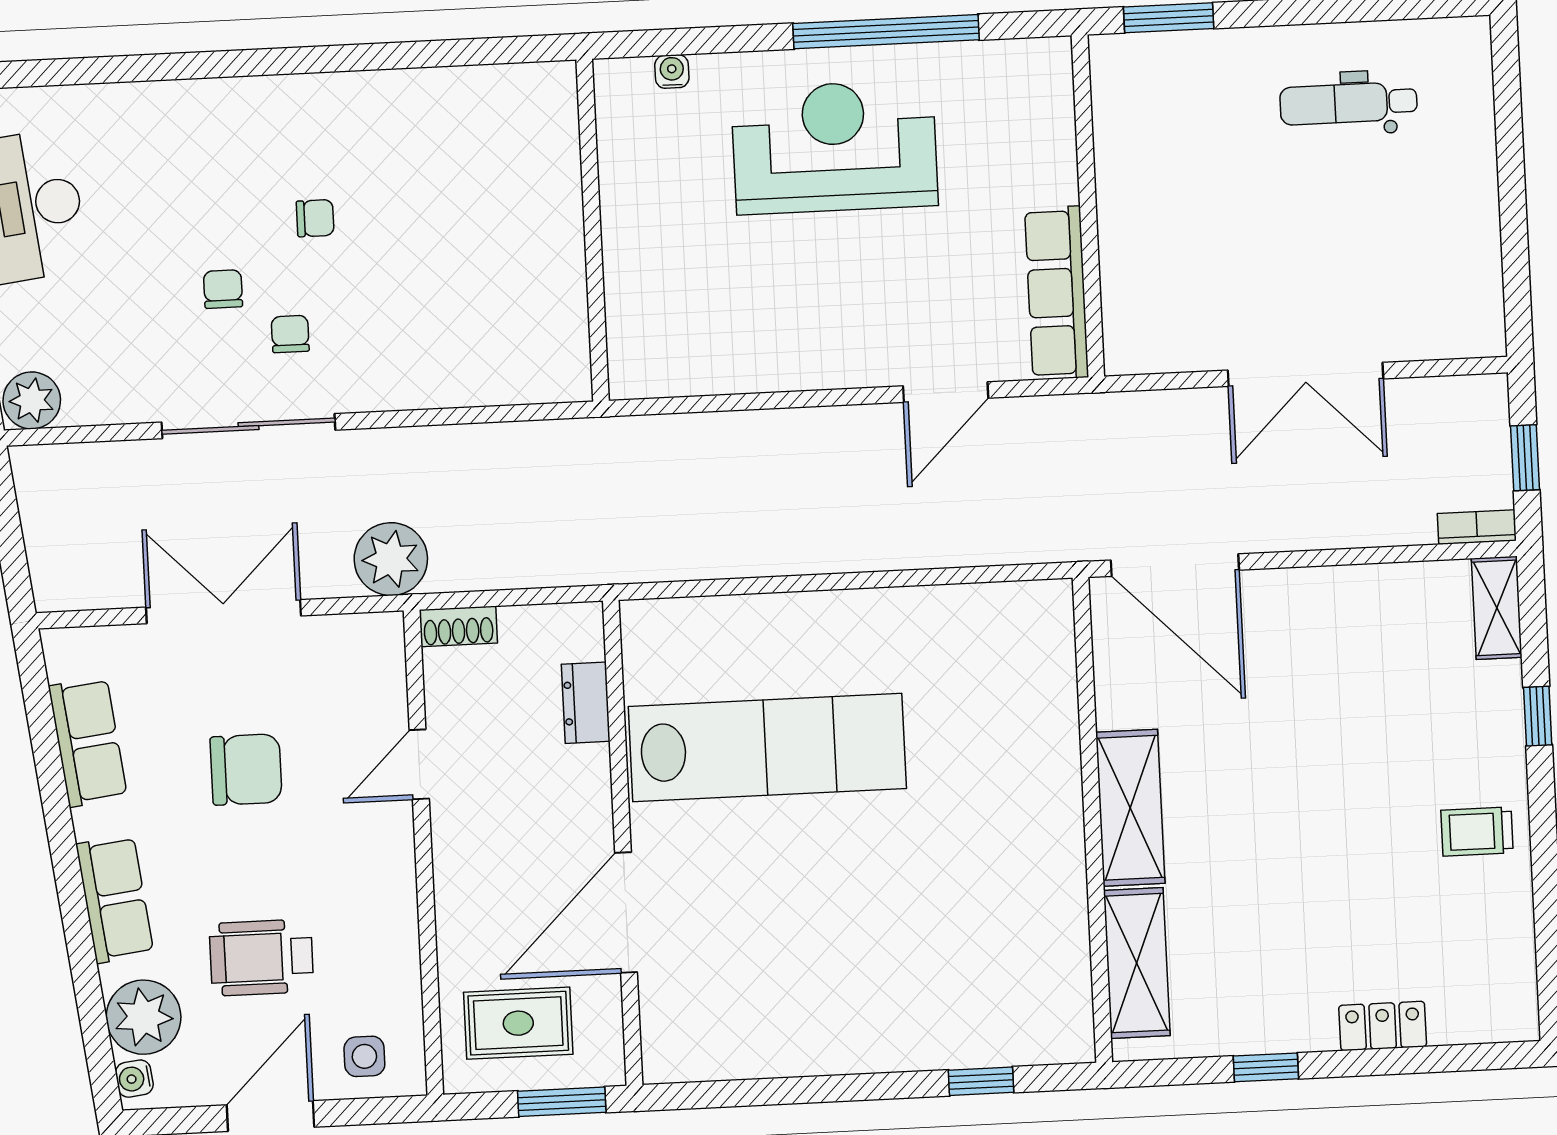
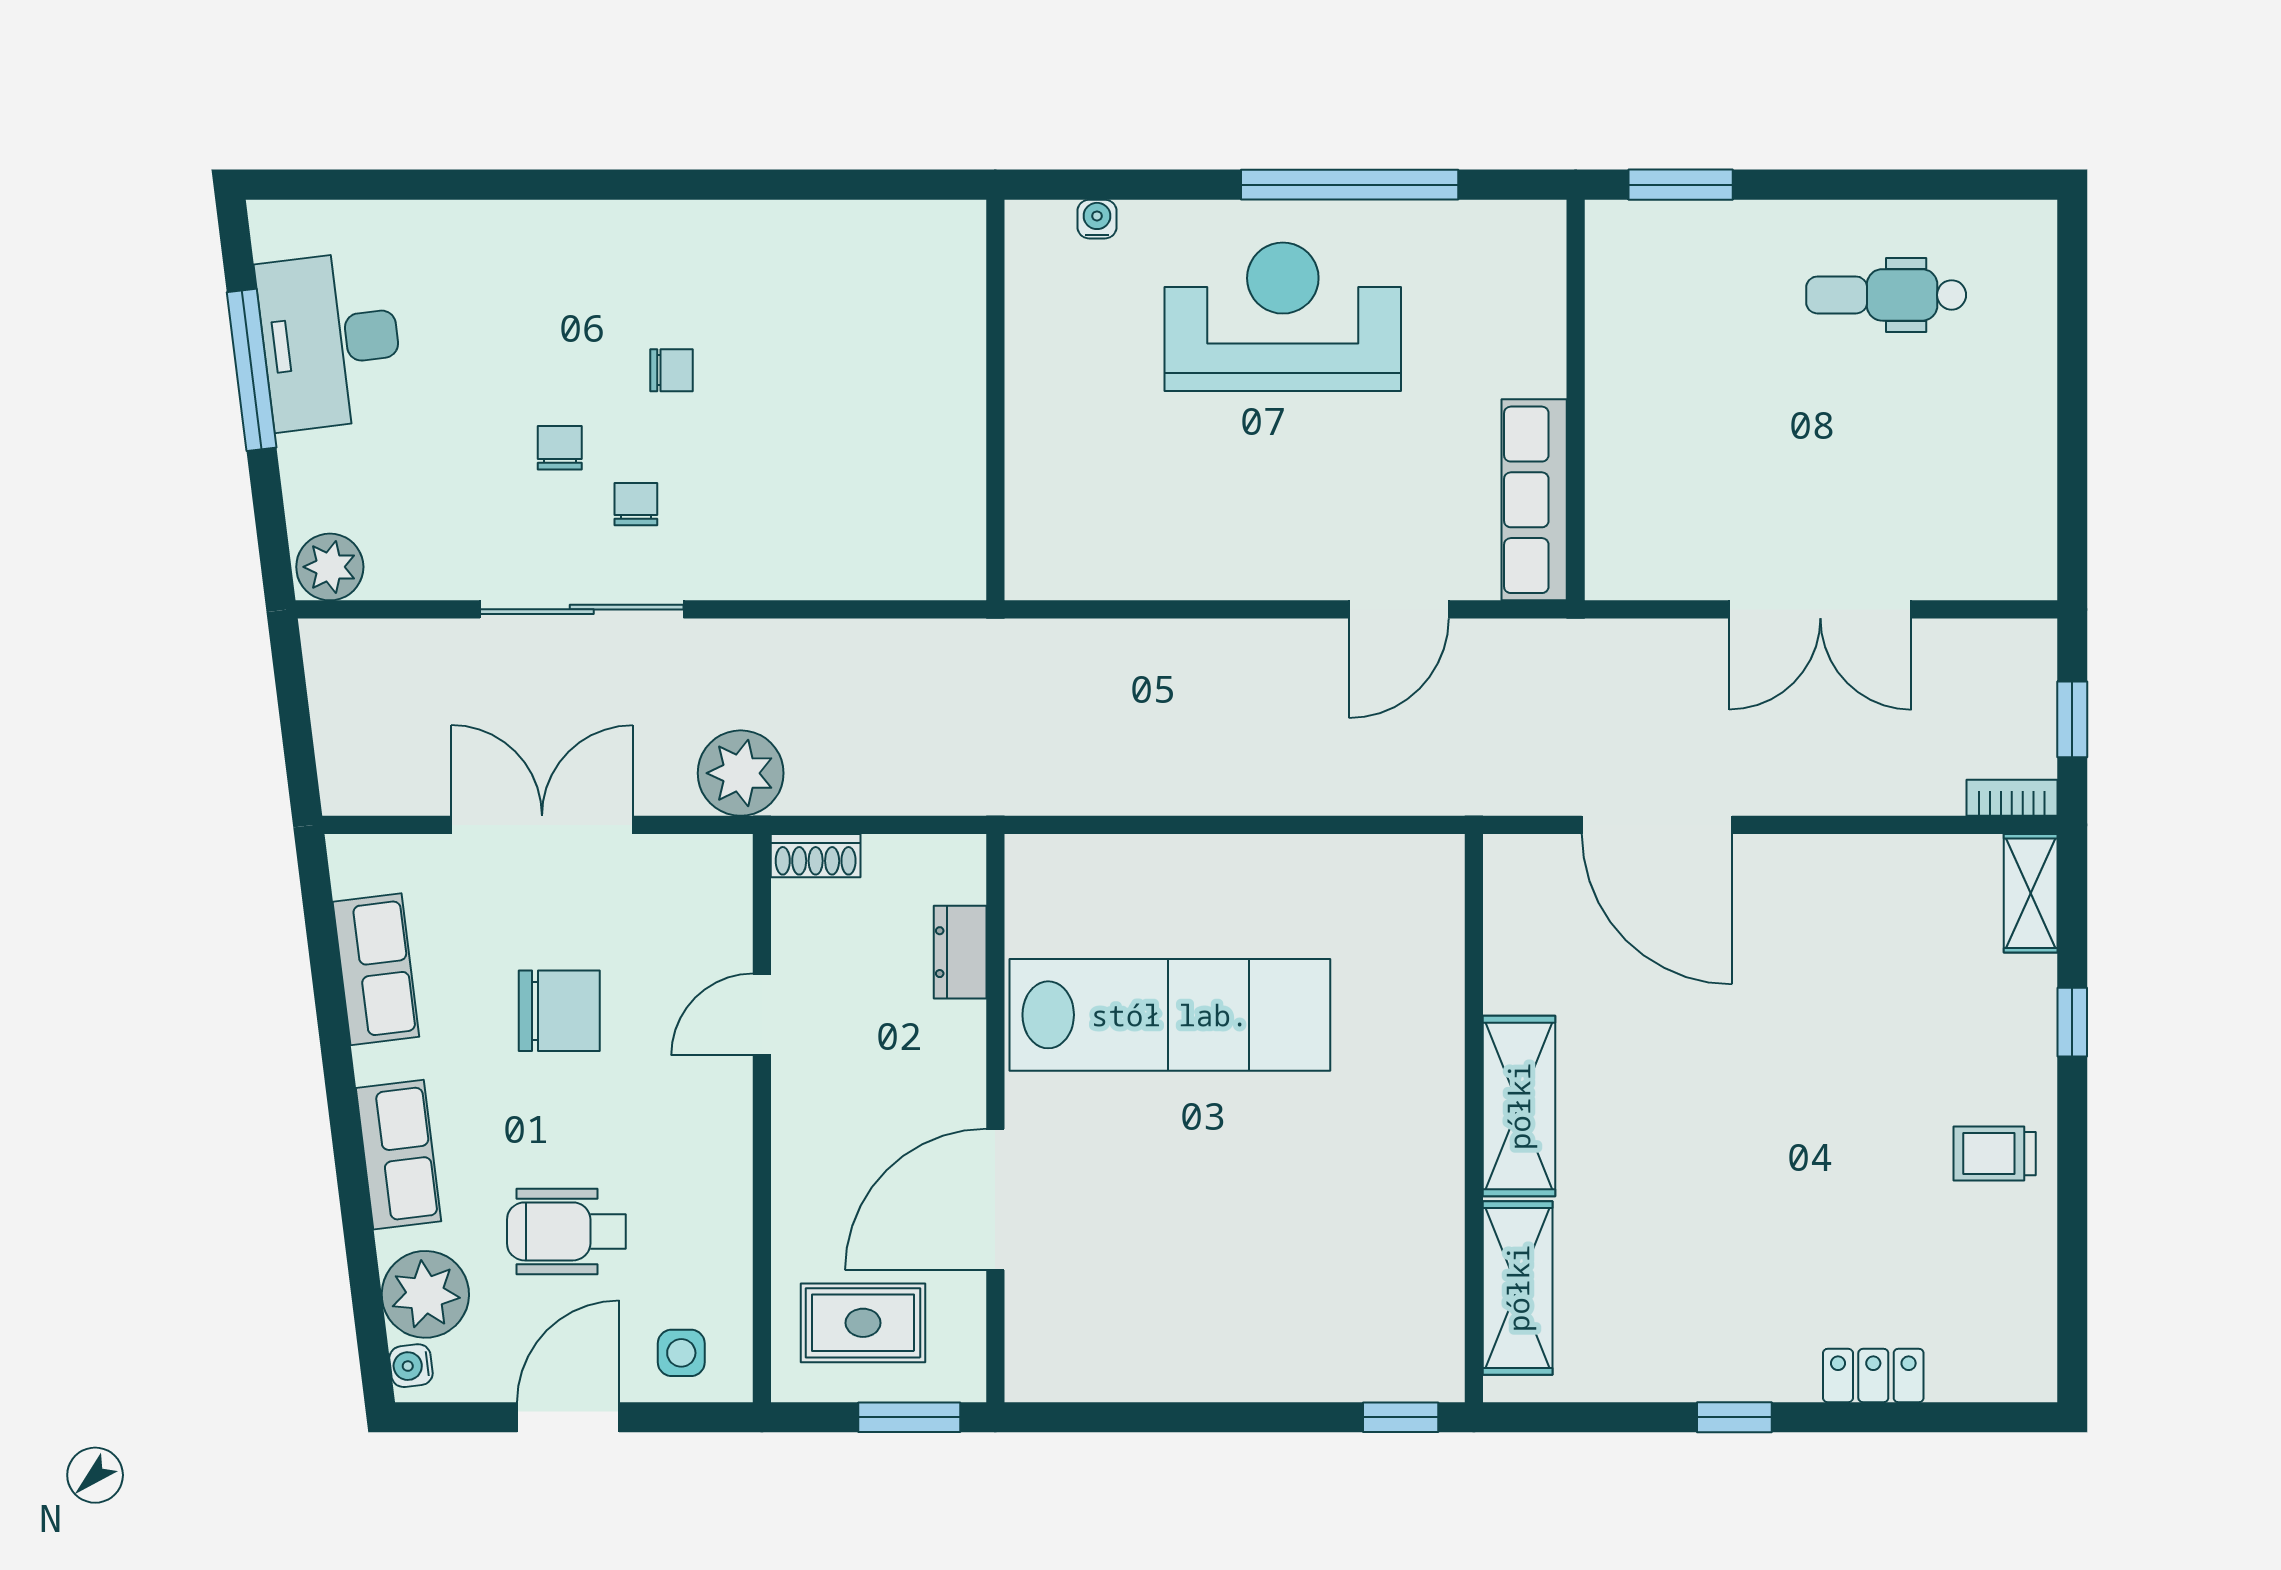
shelving: (1130, 808) -> (1519, 1106), moved
wall: (1092, 820) -> (1474, 1118), moved
shelving: (1137, 963) -> (1518, 1288), moved

